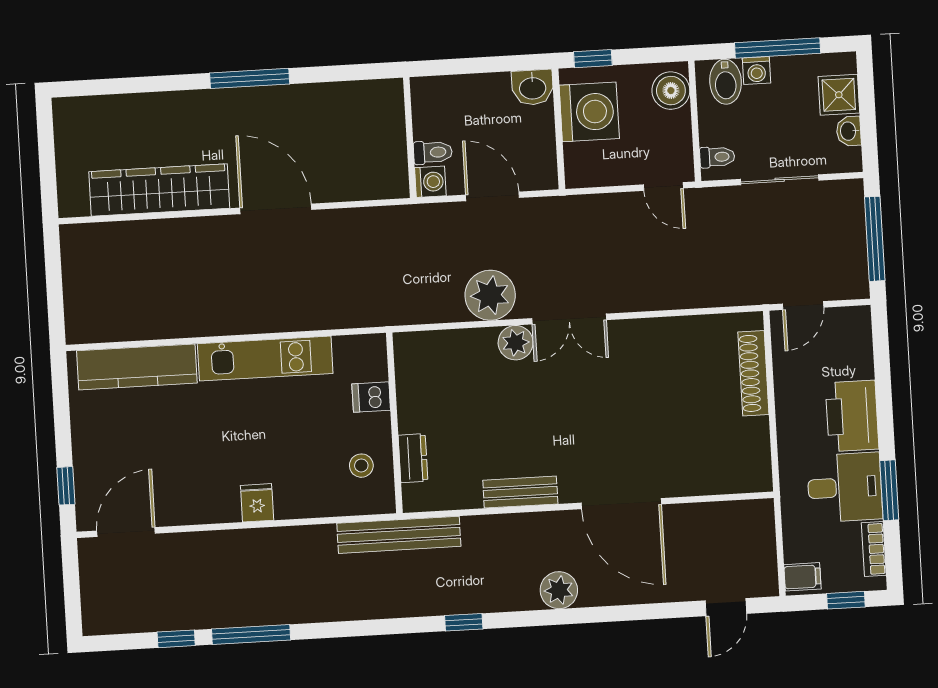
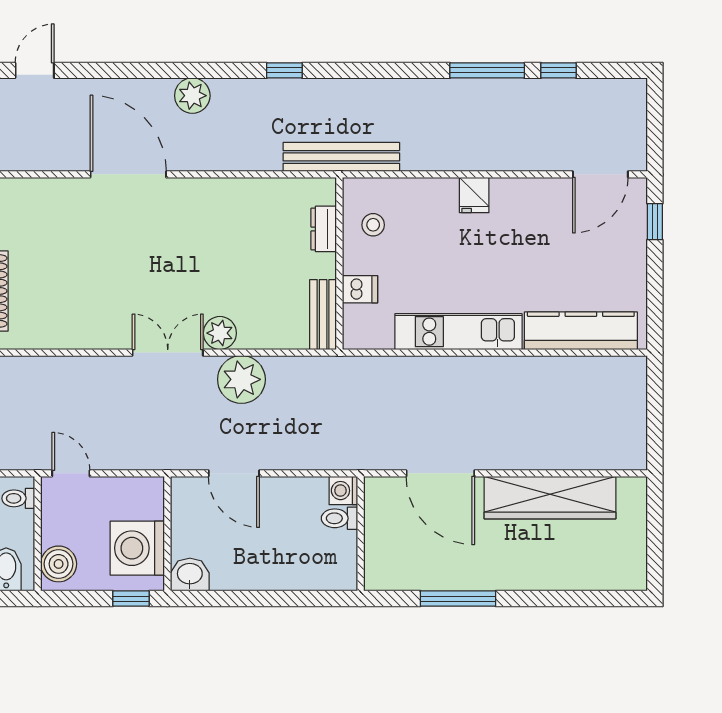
wall: (410, 138) -> (361, 534), moved
toilet: (433, 152) -> (339, 518), moved
washing machine: (430, 182) -> (343, 491), moved
bench: (520, 492) -> (323, 315), moved, turned 90

